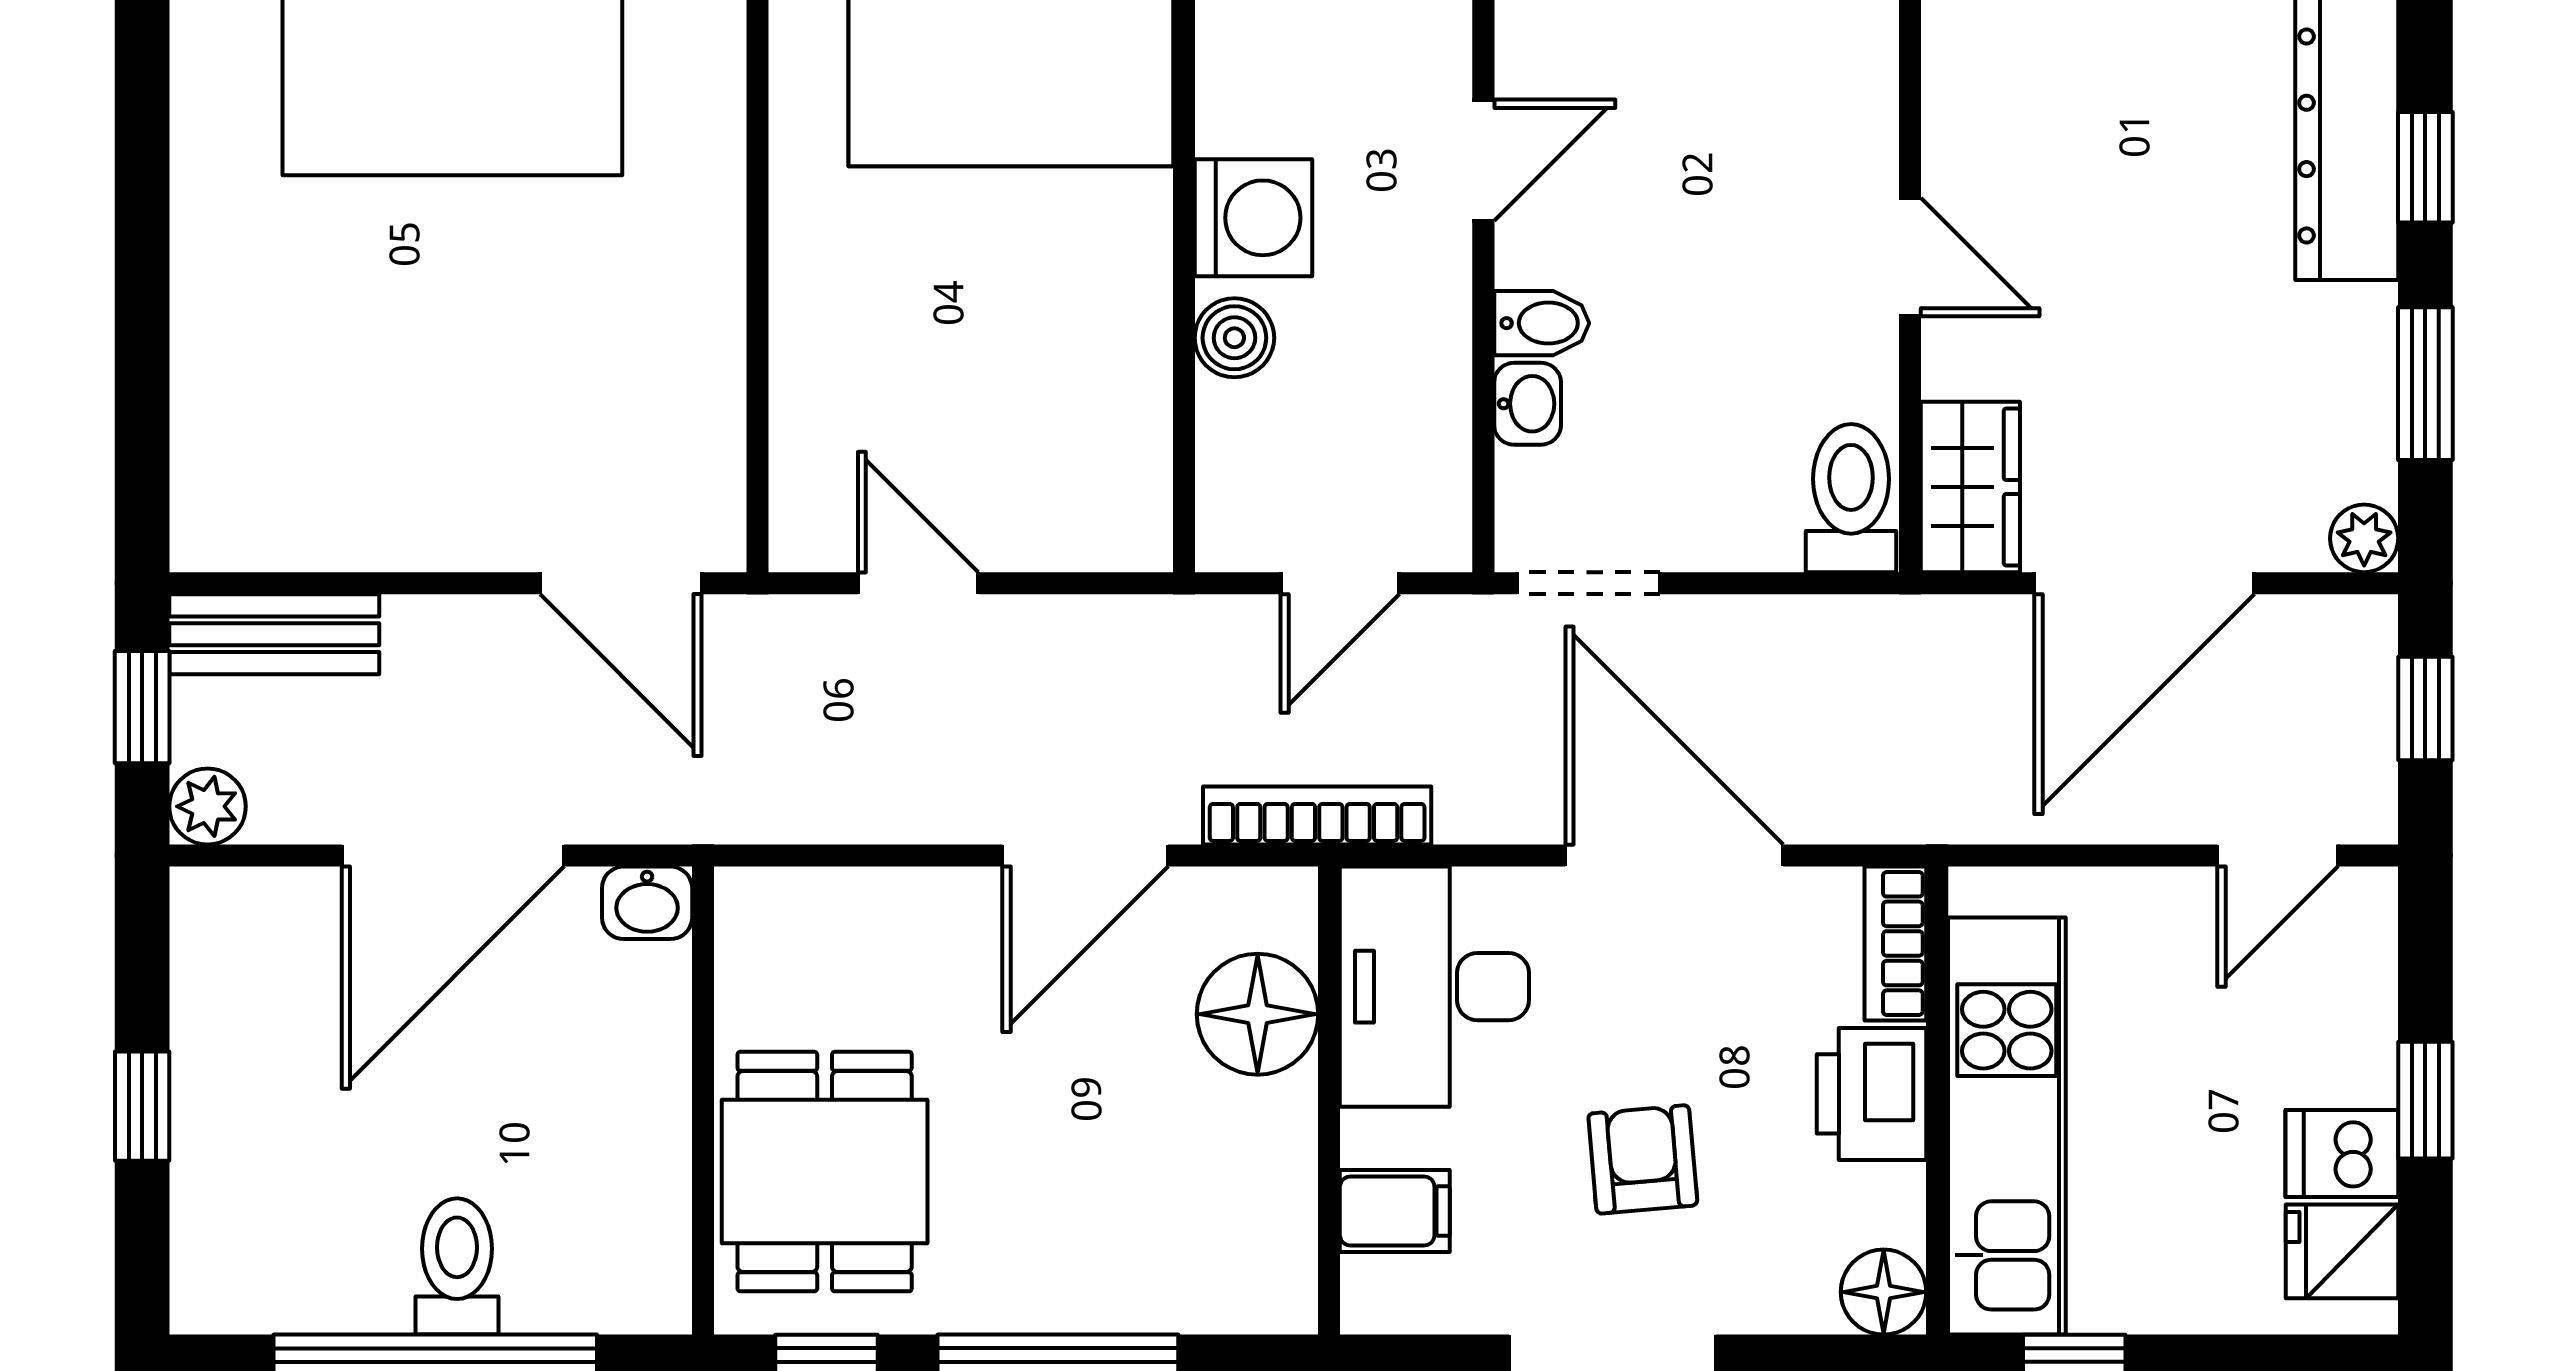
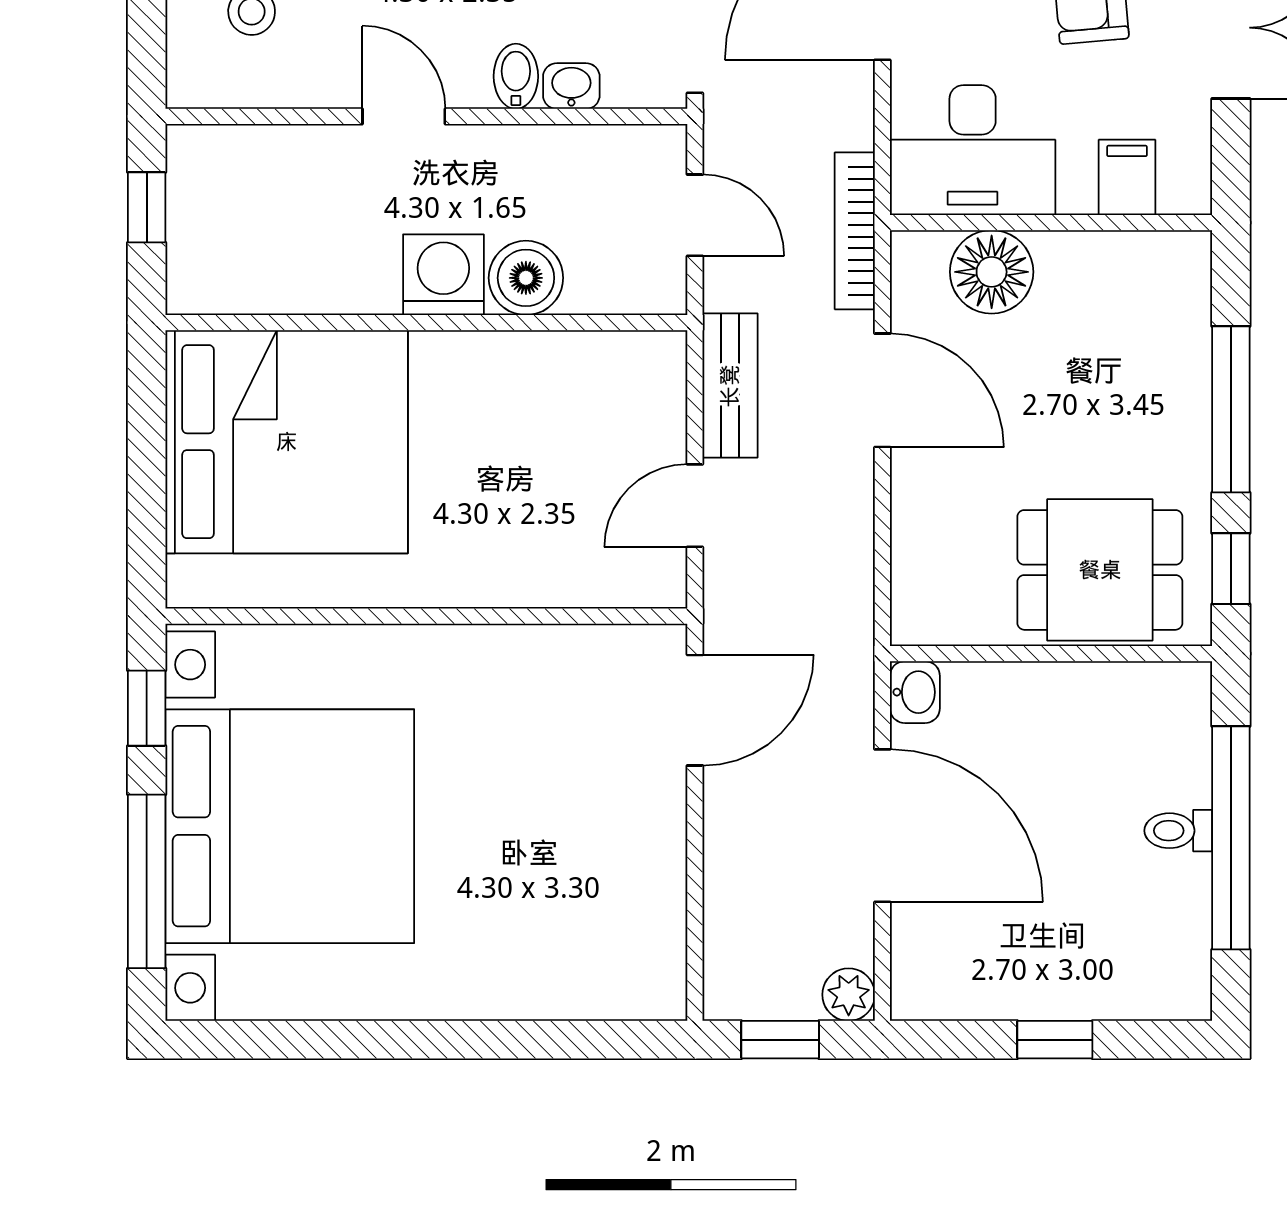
boiler: (1234, 338) -> (526, 278), width x1.36, depth x1.36
bench: (274, 634) -> (730, 386), moved
toilet: (457, 1266) -> (1178, 831), width x0.73, depth x0.72

